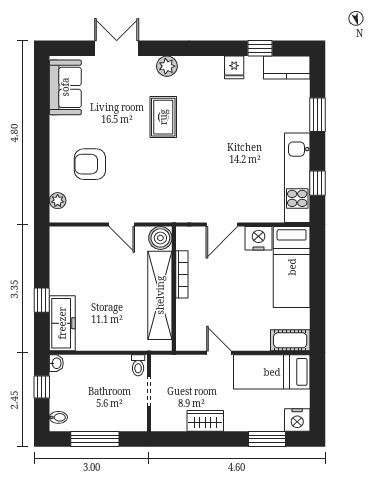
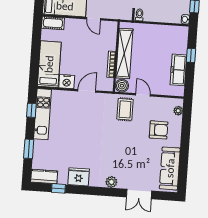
fridge: (234, 67) -> (79, 177), width x1.88, depth x1.34
sofa: (65, 87) -> (170, 168), width x1.36
rug: (163, 117) -> (125, 109), moved
freezer: (62, 323) -> (178, 70), moved

